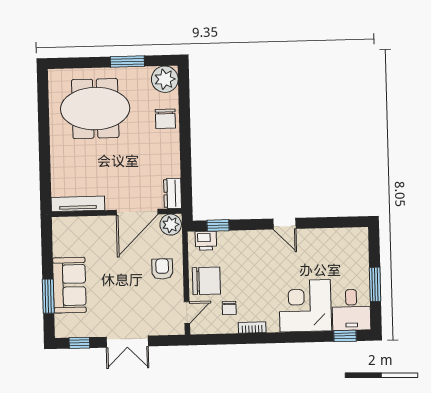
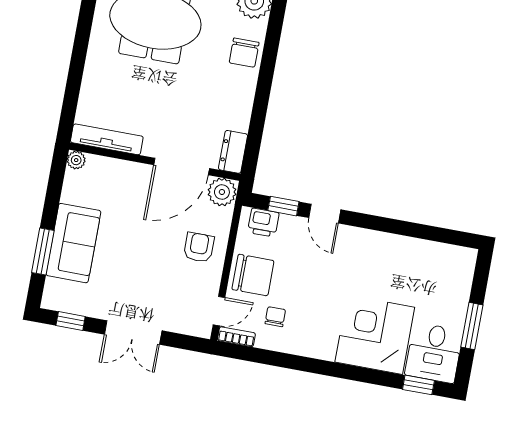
plant: (59, 224) -> (76, 160), added
door: (284, 224) -> (325, 214), moved
chair: (229, 308) -> (275, 317), turned 180
bookcase: (252, 327) -> (236, 337), moved

